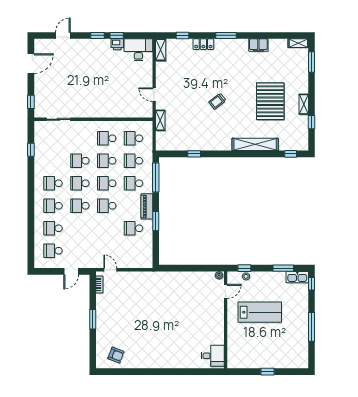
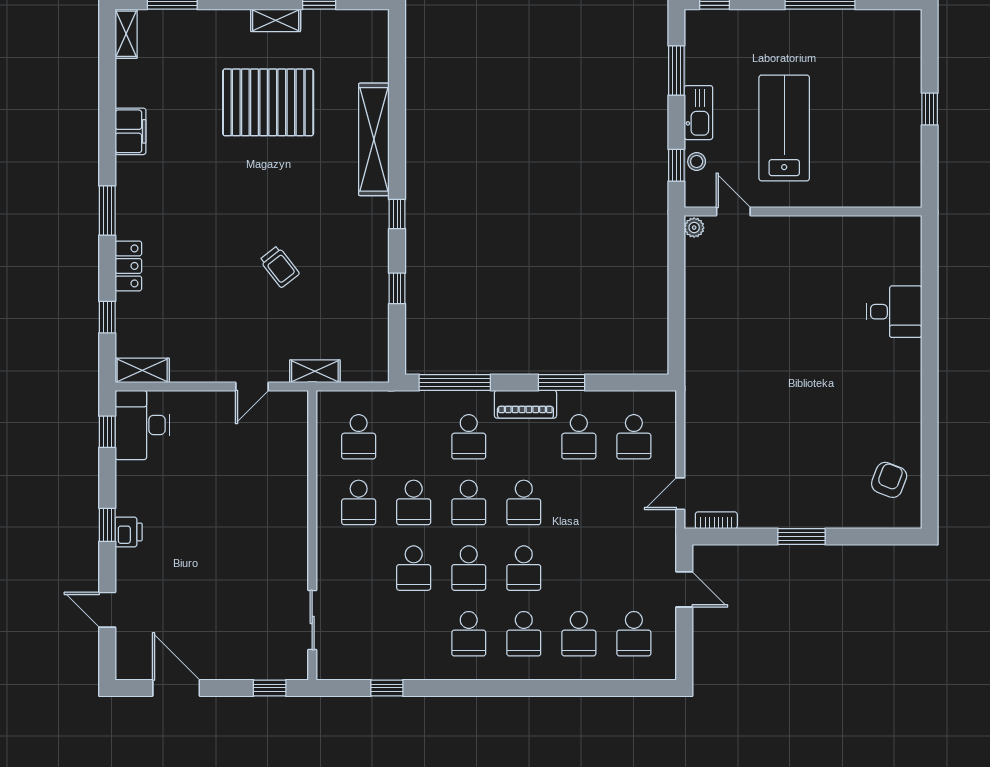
window: (117, 35) -> (107, 432), moved
printer: (117, 44) -> (129, 532), moved
trolley: (217, 101) -> (280, 267), moved
window: (291, 154) -> (397, 214), moved
school desk: (134, 161) -> (634, 437), moved
kitchen sink: (297, 277) -> (698, 113), moved
desk: (213, 356) -> (894, 312), moved, turned 90

